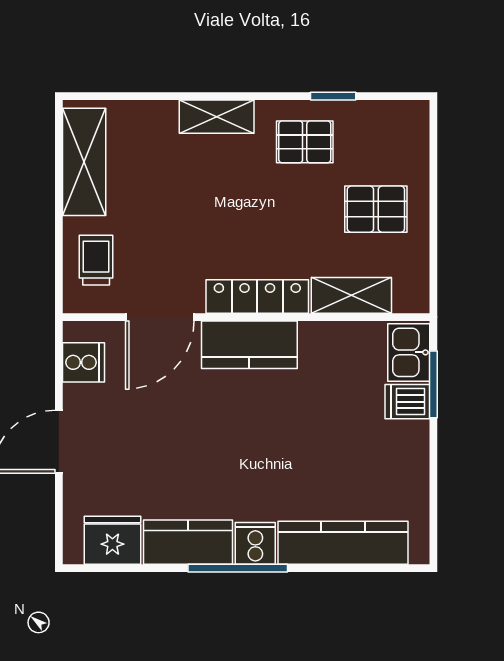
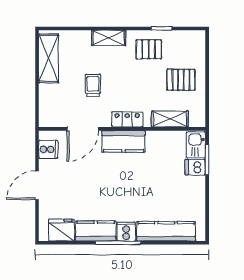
trolley: (96, 260) -> (93, 85), moved
locker: (257, 297) -> (127, 119), width x0.66

